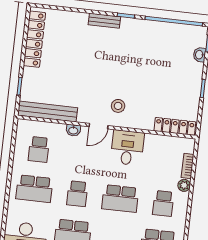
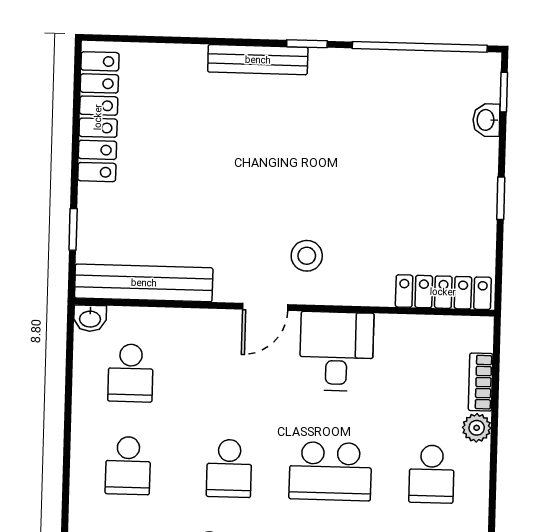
bench: (104, 21) -> (258, 60), width x1.36
washbasin: (73, 130) -> (90, 318), moved
school desk: (34, 189) -> (128, 466), width x0.54

